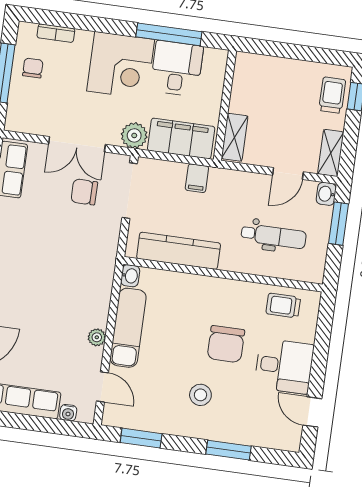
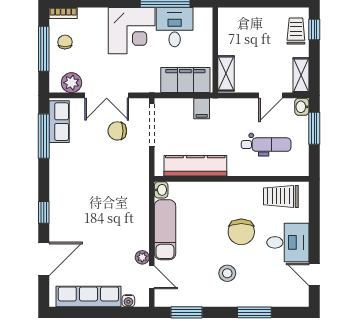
bookcase: (56, 33) -> (63, 13), moved
plant: (134, 135) -> (71, 83), moved
trolley: (283, 306) -> (281, 196), width x1.36, depth x1.39
plant: (97, 337) -> (142, 257), moved

